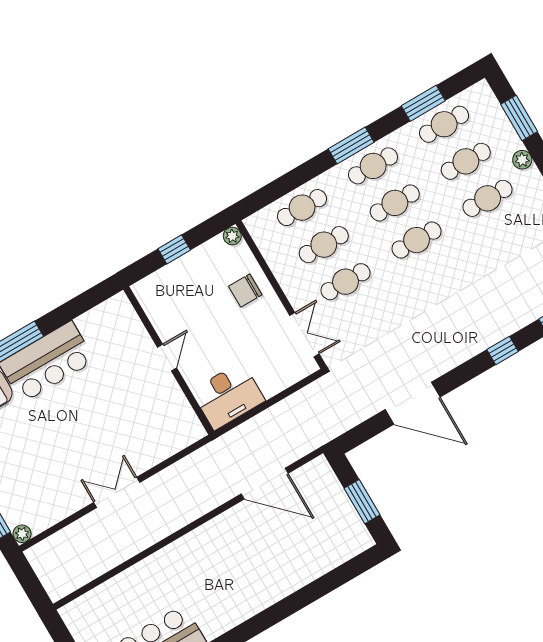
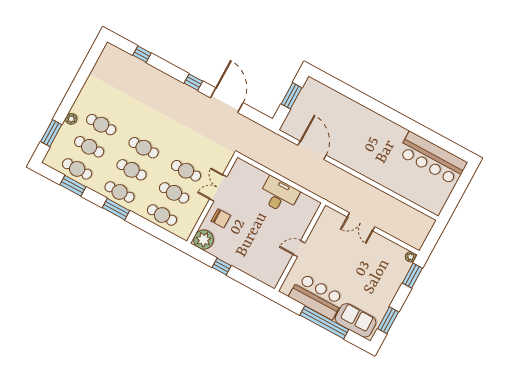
plant: (232, 236) -> (204, 240), width x1.88, depth x1.88
double door: (304, 335) -> (218, 188), moved
window: (503, 351) -> (193, 82), moved
door: (167, 358) -> (299, 249), moved
wall: (169, 360) -> (300, 247), moved

